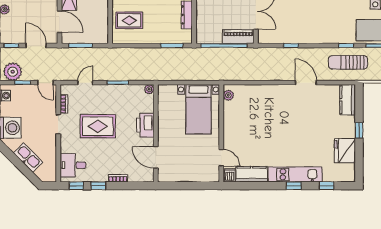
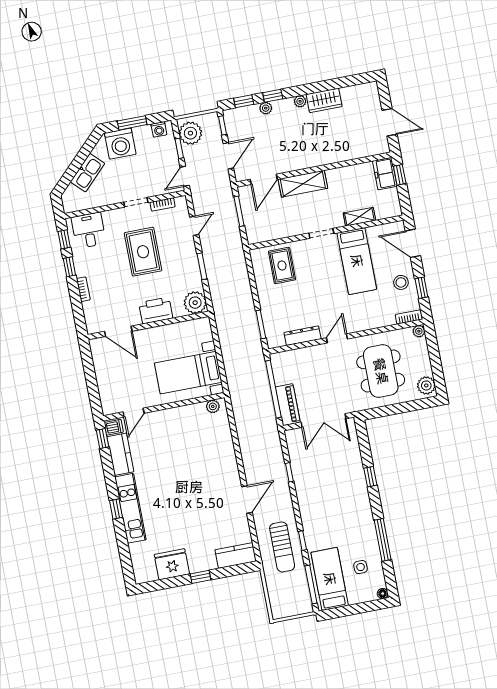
sun lounger: (348, 62) -> (282, 547), turned 180
door: (85, 83) -> (194, 226), hinge flipped
plant: (149, 89) -> (195, 303), width x1.88, depth x1.88
door: (156, 157) -> (118, 331), swing flipped
window: (327, 186) -> (102, 438), moved

